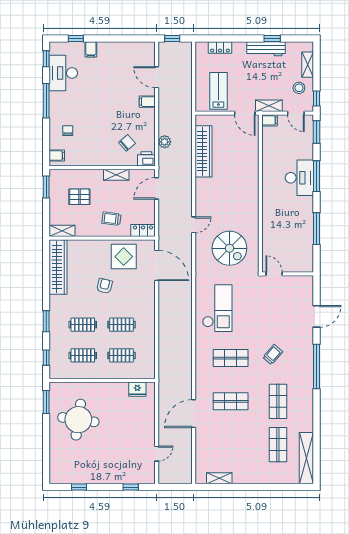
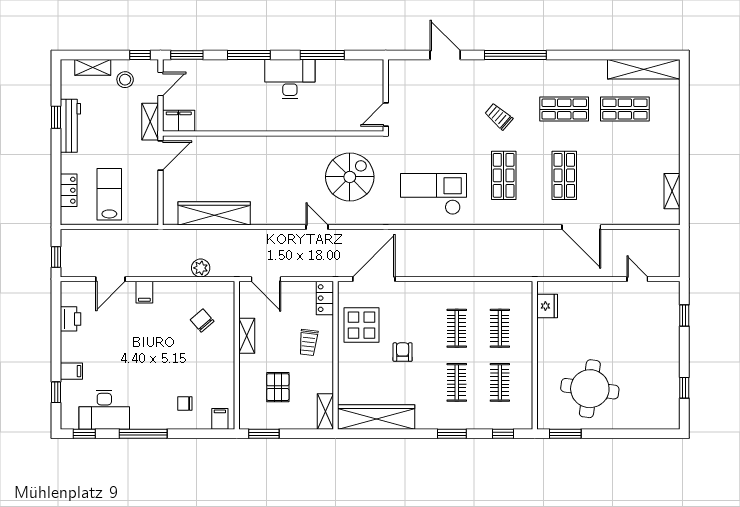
lab bench: (218, 91) -> (109, 194), moved, turned 90
filing cabinet: (270, 120) -> (179, 121), width x2.00
printer: (146, 159) -> (71, 319), moved, turned 180
desk: (299, 178) -> (290, 79), moved
armchair: (104, 286) -> (403, 352), turned 76

